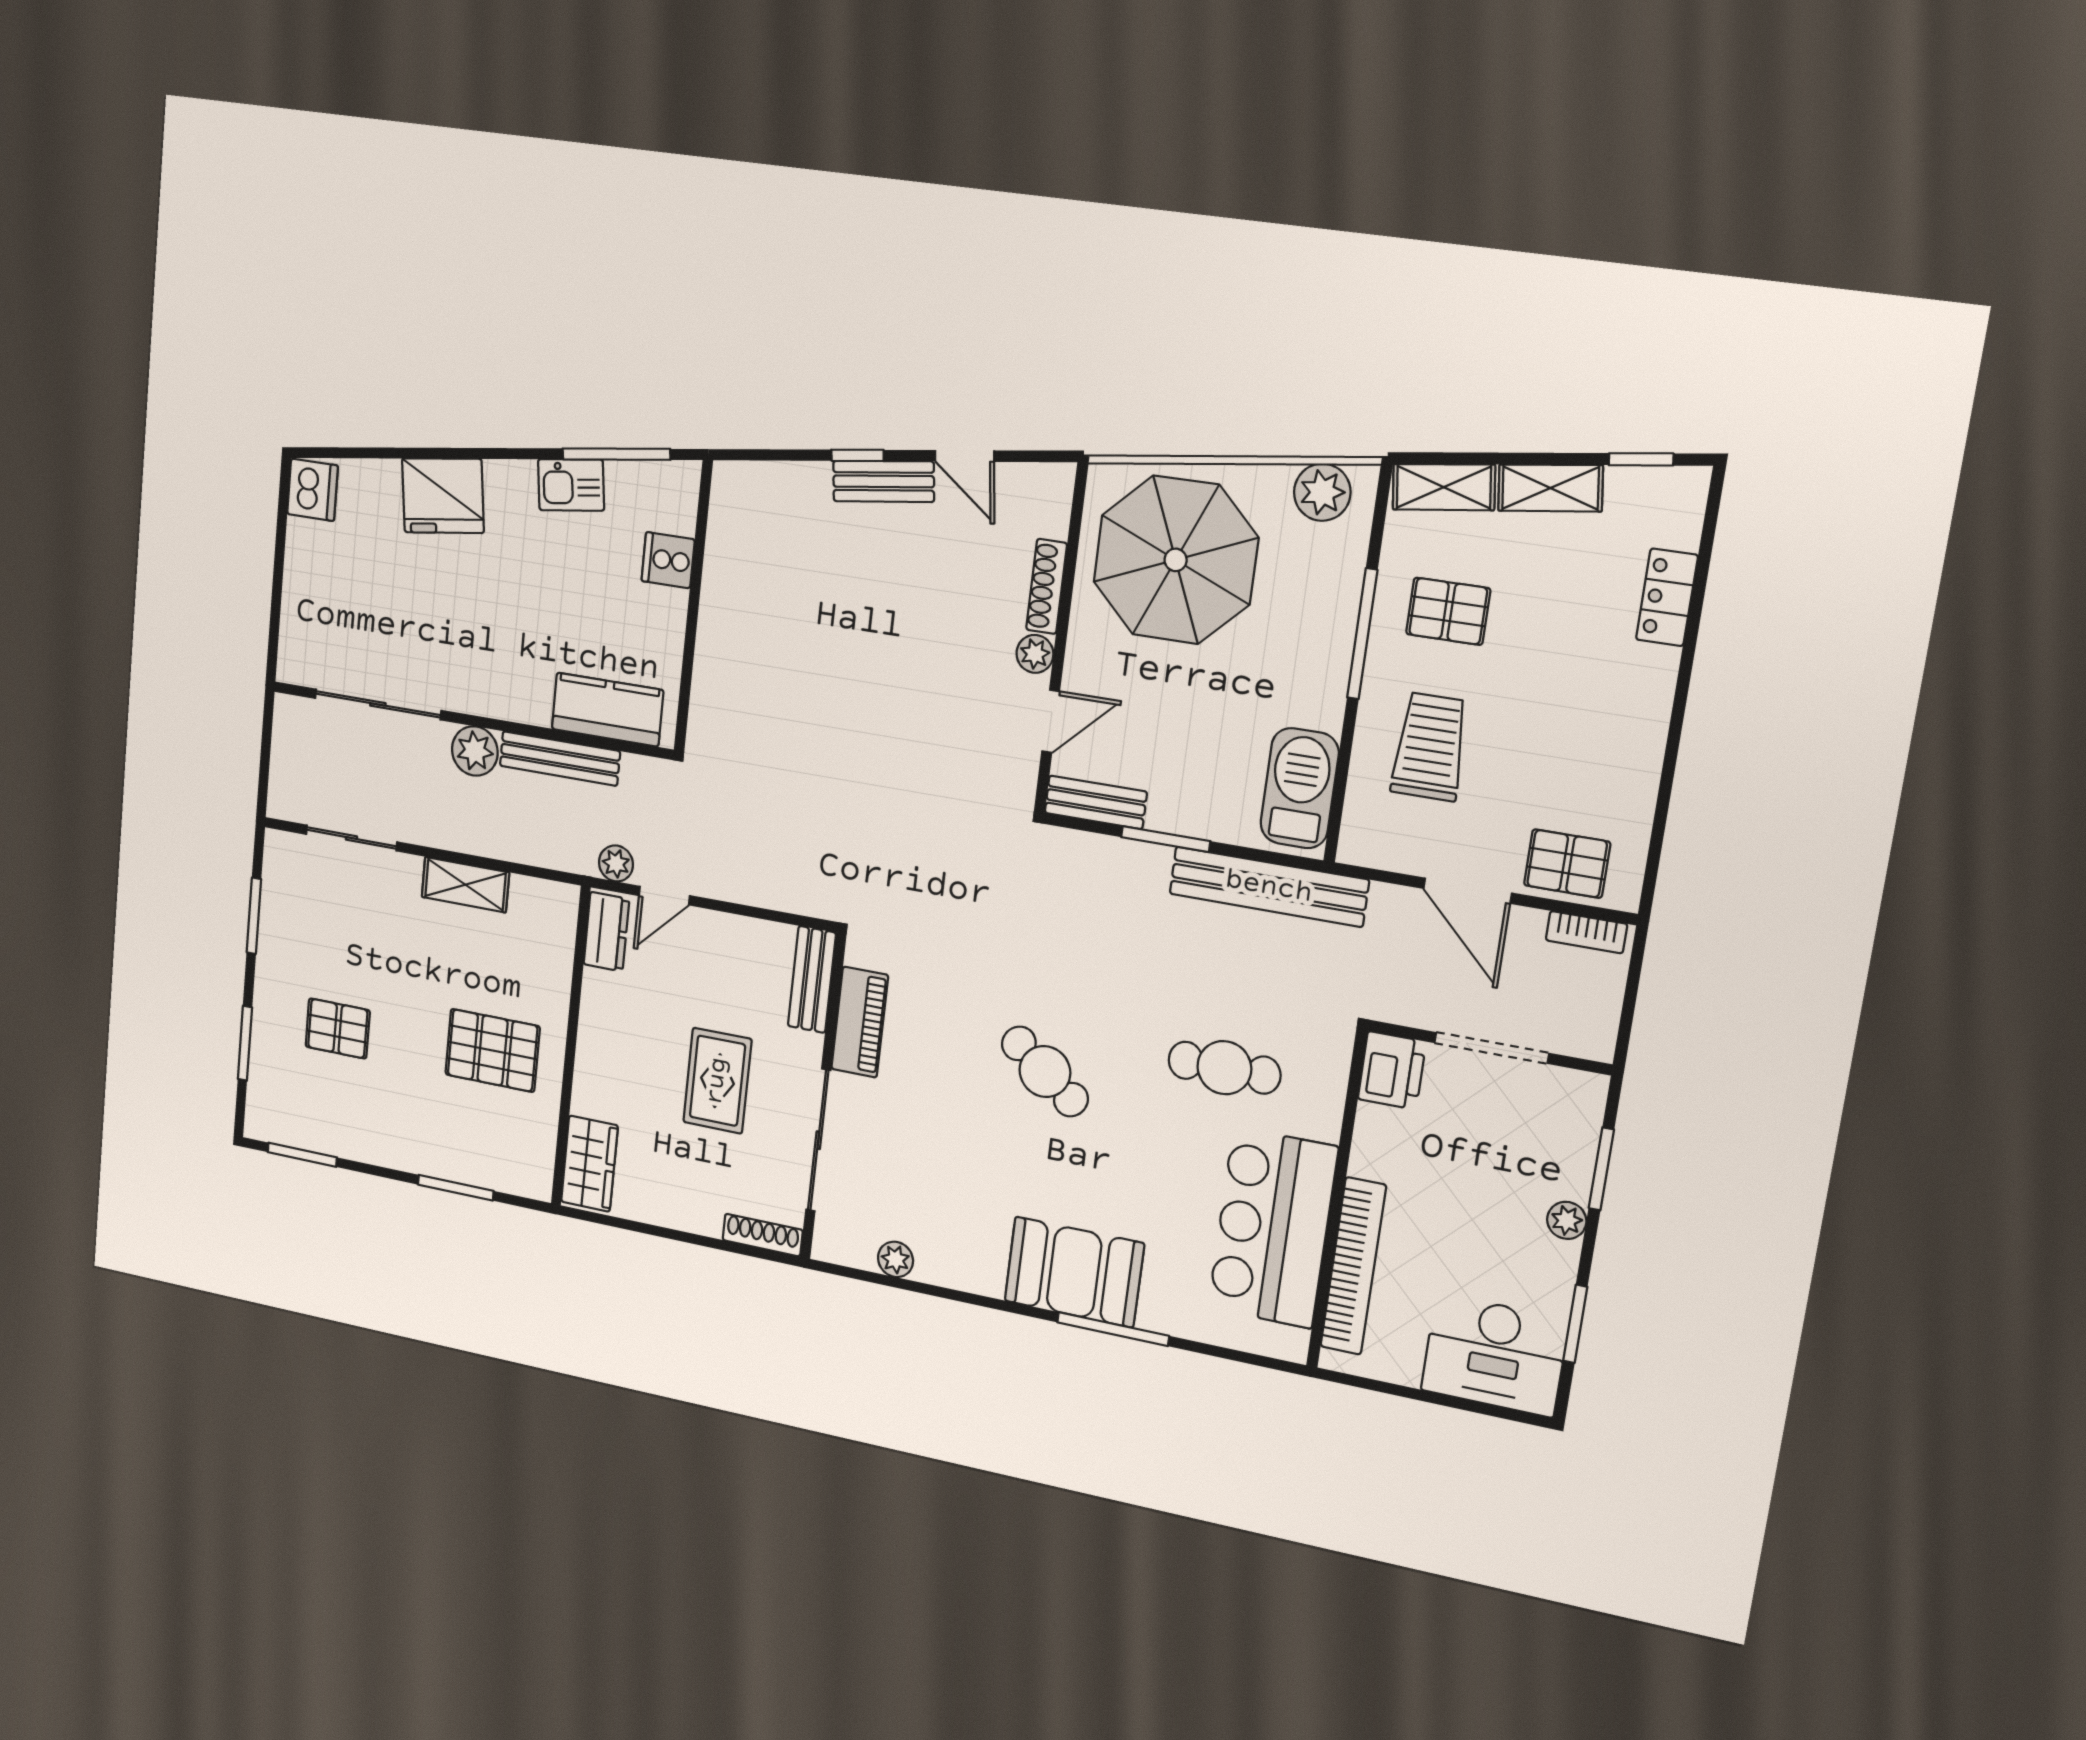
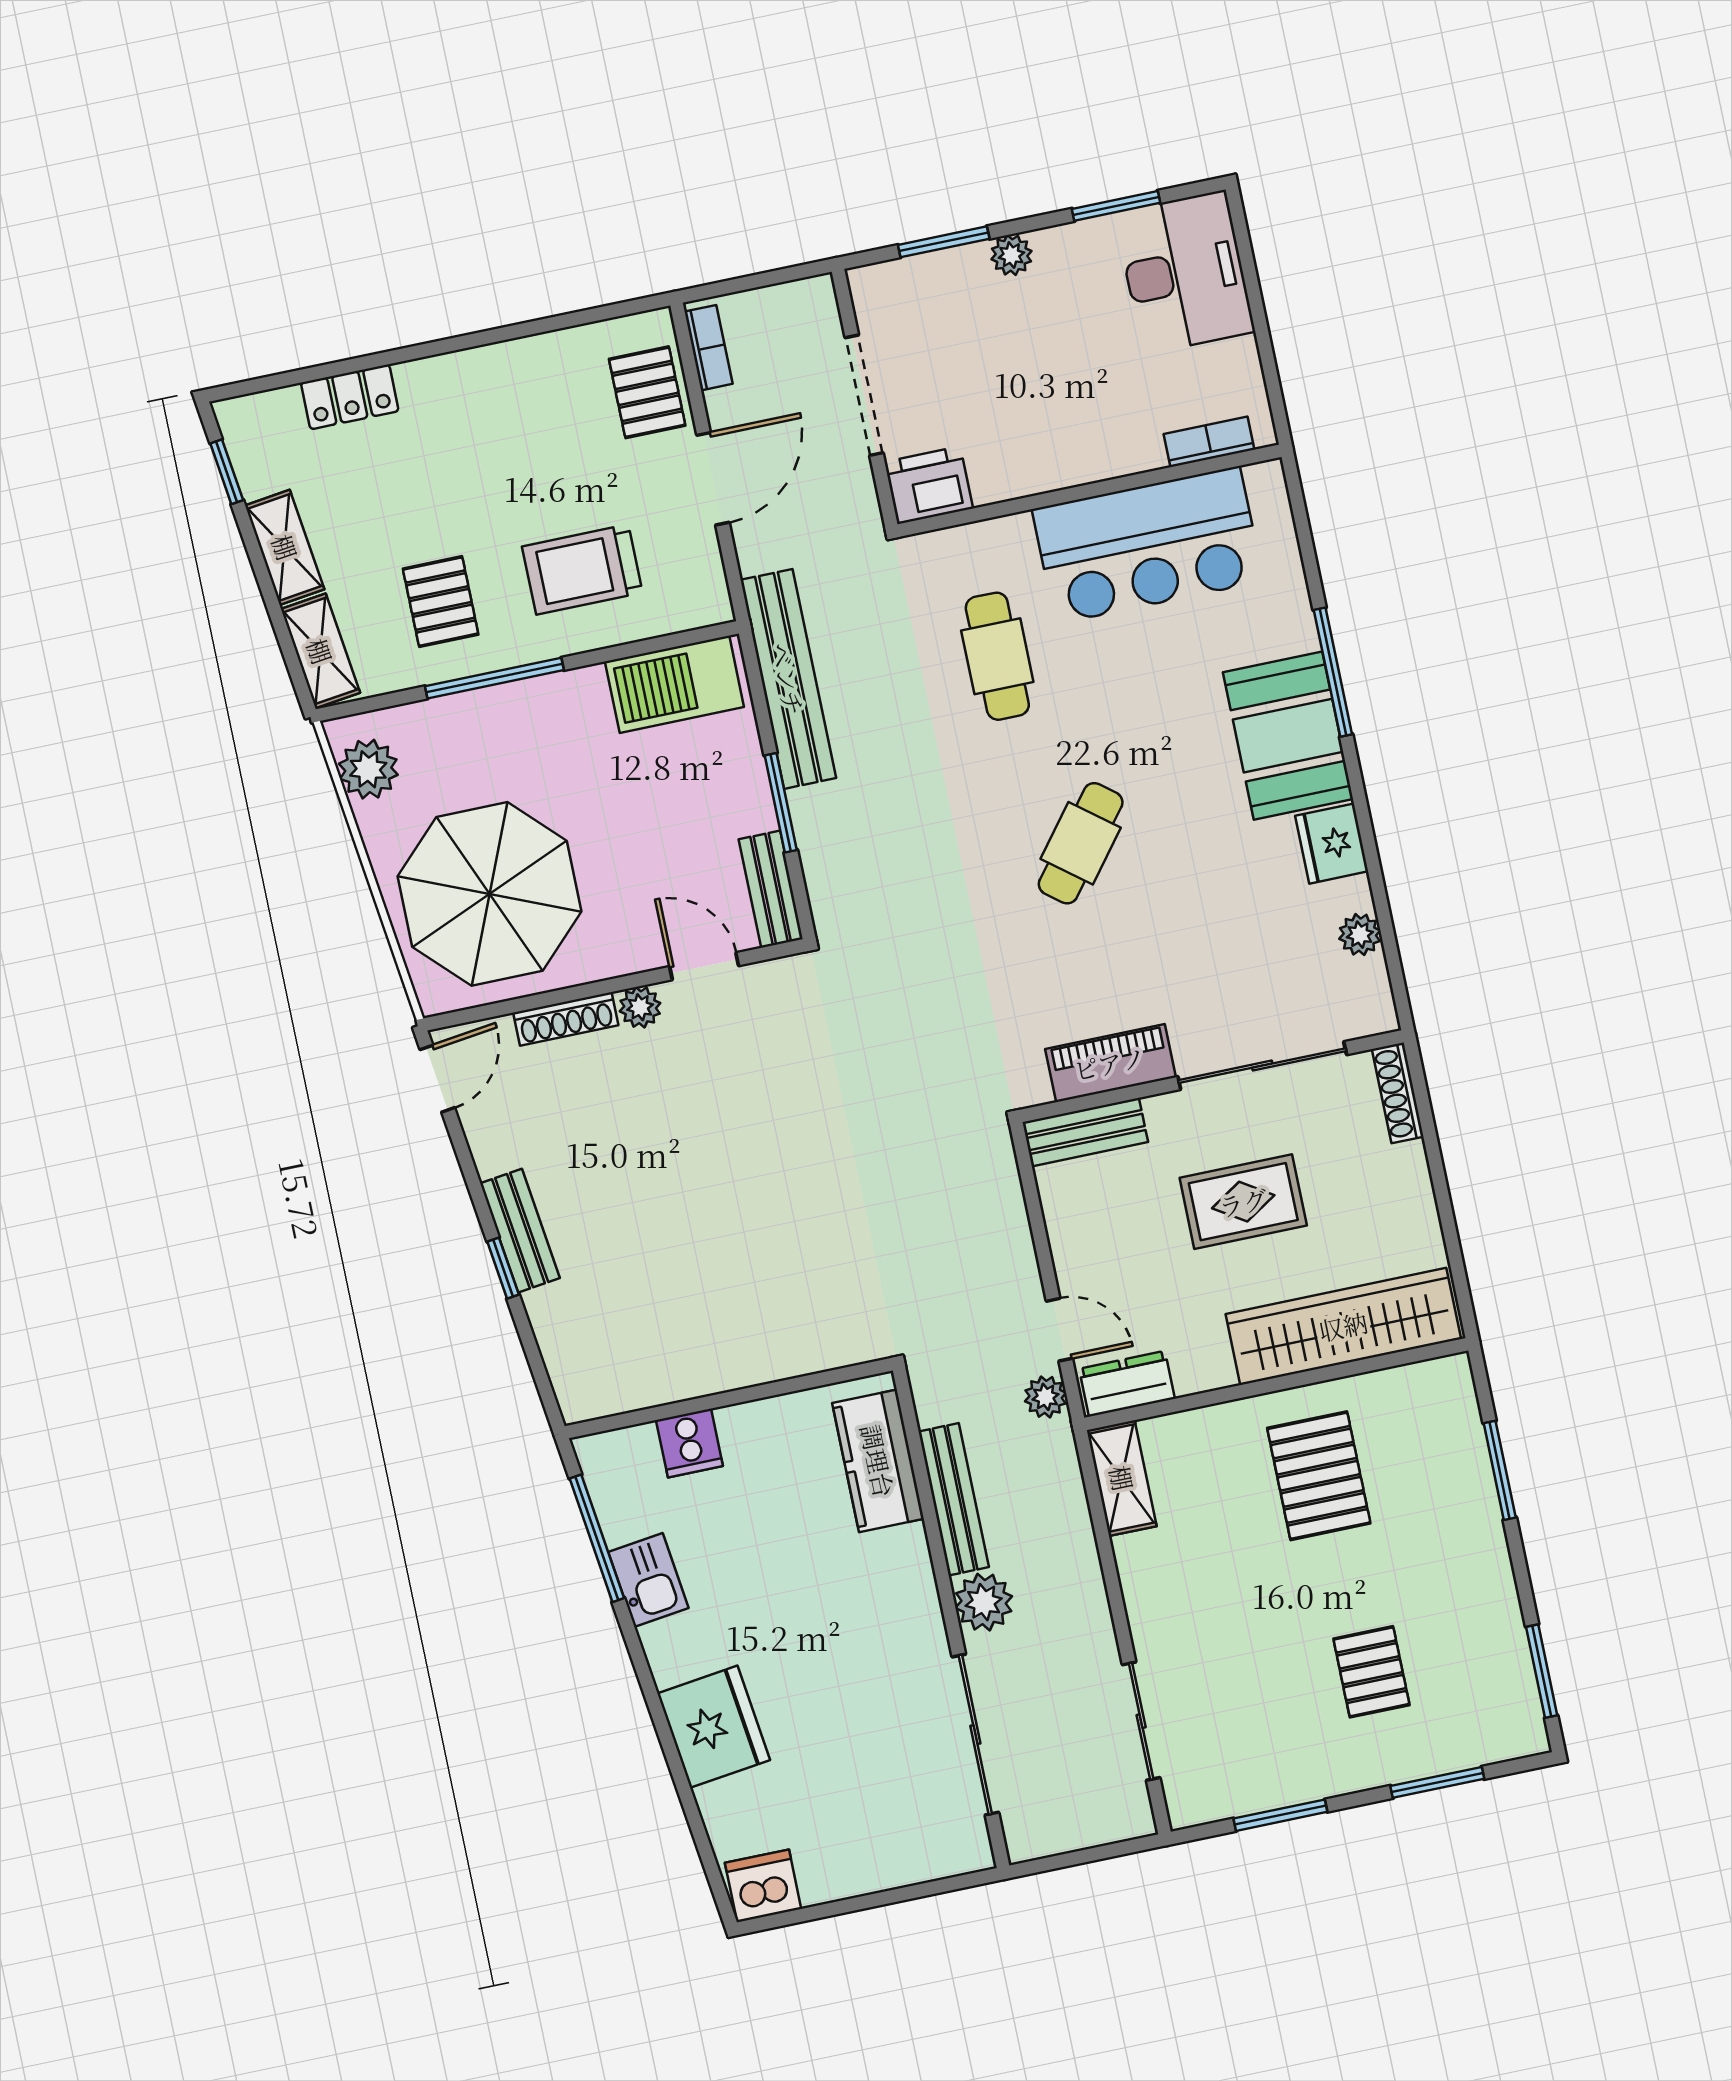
door: (965, 456) -> (437, 1079), moved
shelving: (465, 885) -> (1122, 1478), moved
wardrobe: (589, 1164) -> (1343, 1326), width x2.10, depth x1.17
bookcase: (1353, 1266) -> (1209, 442), width x0.43, depth x0.76
fridge: (975, 1269) -> (1332, 844), added

